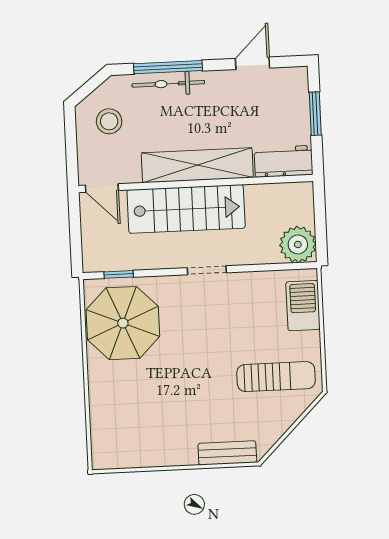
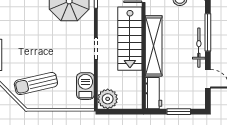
bicycle: (168, 84) -> (199, 48), moved
barbecue: (303, 306) -> (85, 86), moved, turned -90
sun lounger: (276, 377) -> (36, 83), turned 77

